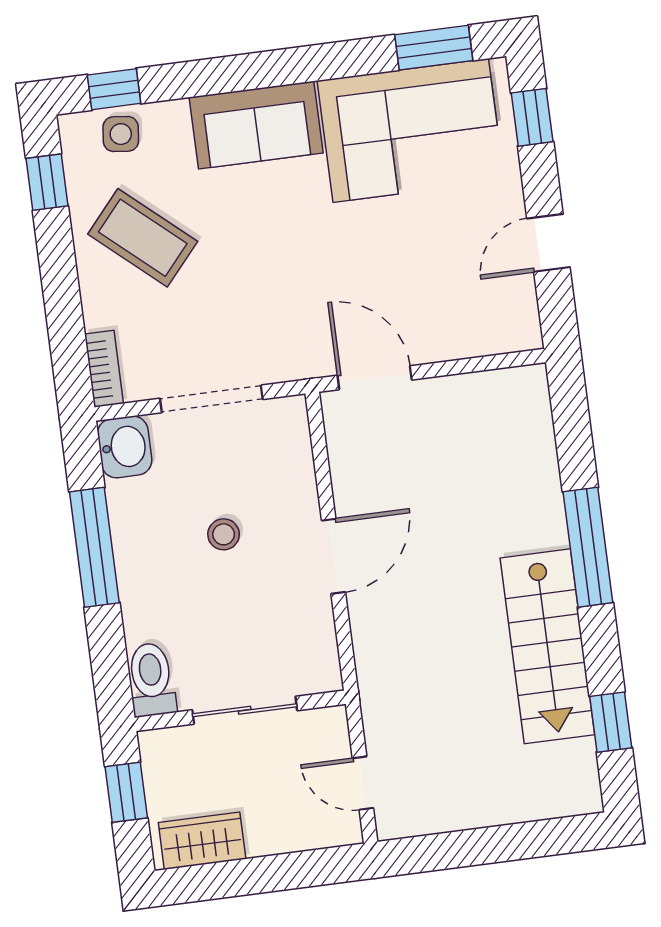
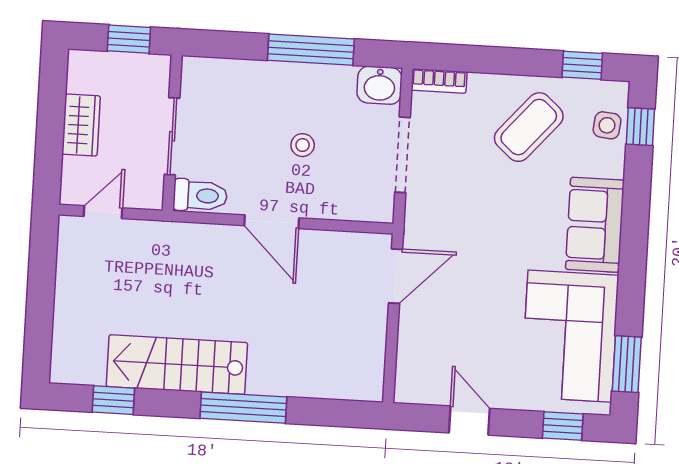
toilet: (151, 680) -> (200, 195), moved
wardrobe: (202, 841) -> (81, 125), moved

